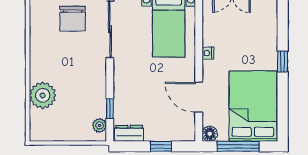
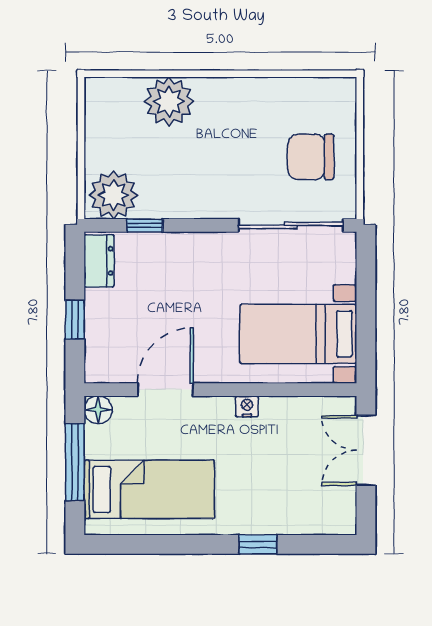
window: (283, 62) -> (258, 544), moved
bed: (253, 106) -> (149, 489), width x0.67
plant: (99, 125) -> (113, 195), width x1.88, depth x1.88

